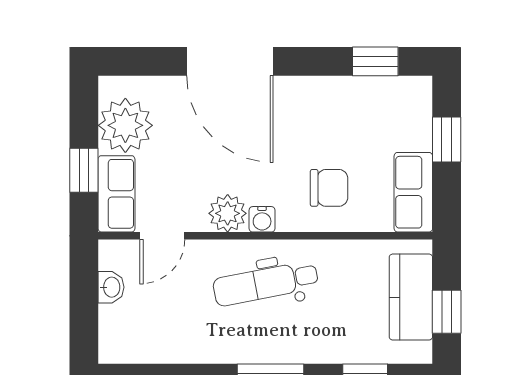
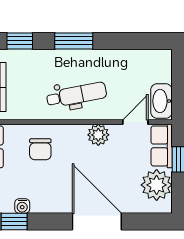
chair: (329, 188) -> (40, 149), turned -90
water cooler: (262, 219) -> (22, 206), moved, turned 180
washbasin: (111, 287) -> (161, 101), width x1.91, depth x1.45

